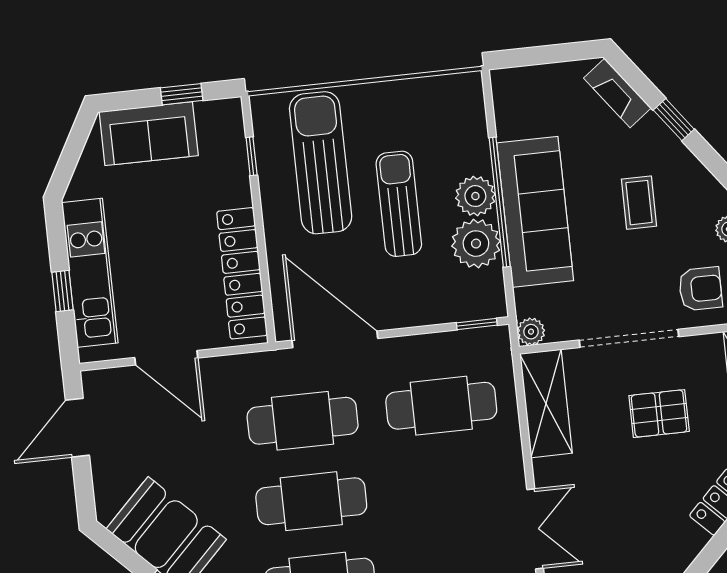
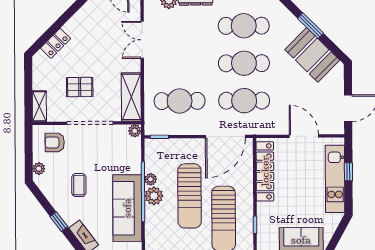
sun lounger: (399, 204) -> (189, 196), width x1.36, depth x1.34
sofa: (535, 212) -> (127, 208), moved
plant: (476, 244) -> (151, 179), width x0.53, depth x0.53
door: (335, 339) -> (225, 137), hinge flipped

